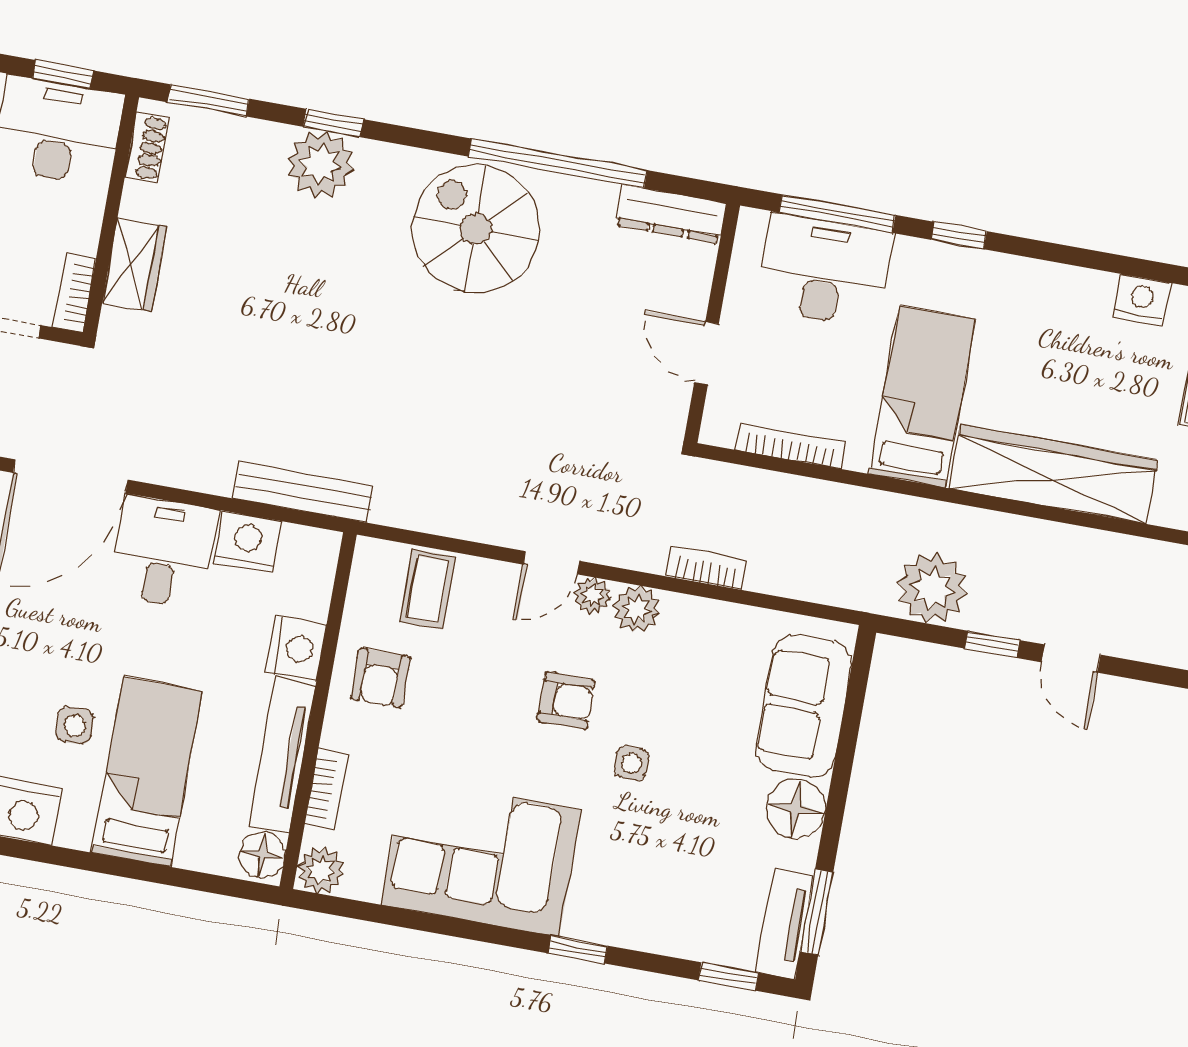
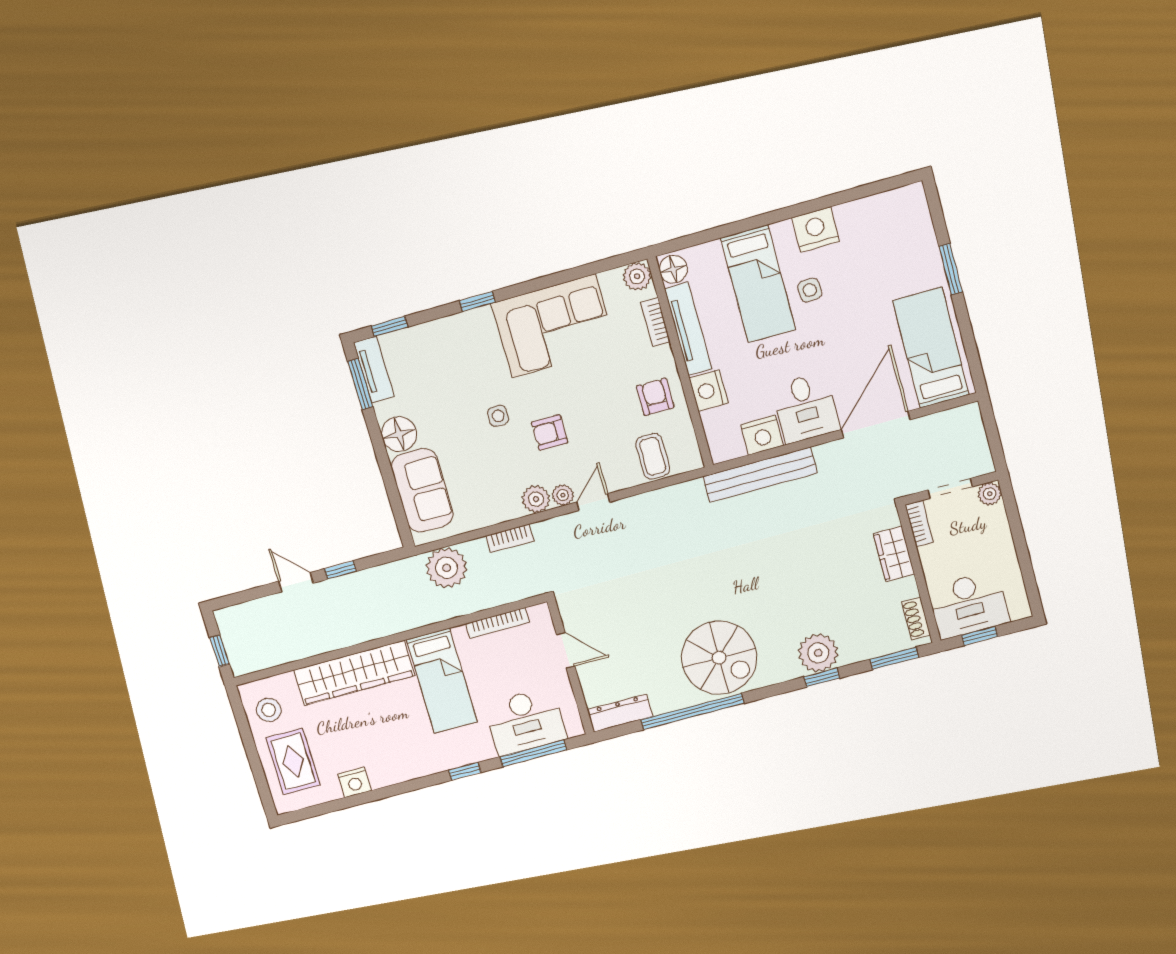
bench: (303, 492) -> (760, 475), width x1.37, depth x1.21
plant: (932, 588) -> (447, 568), moved

